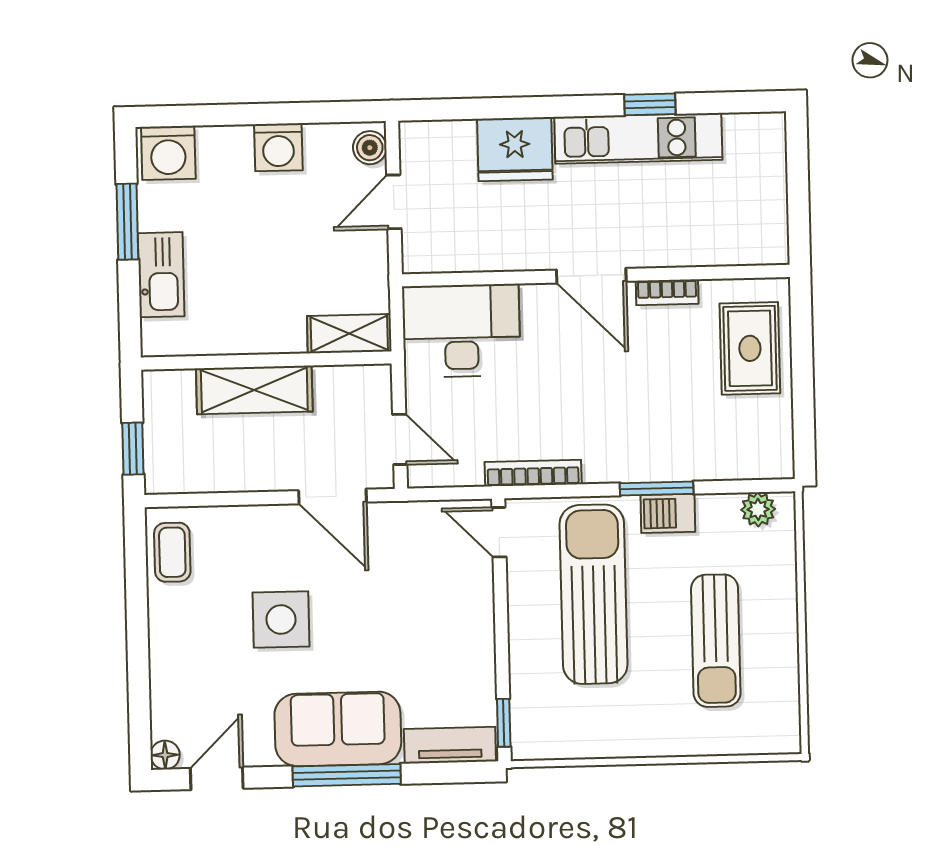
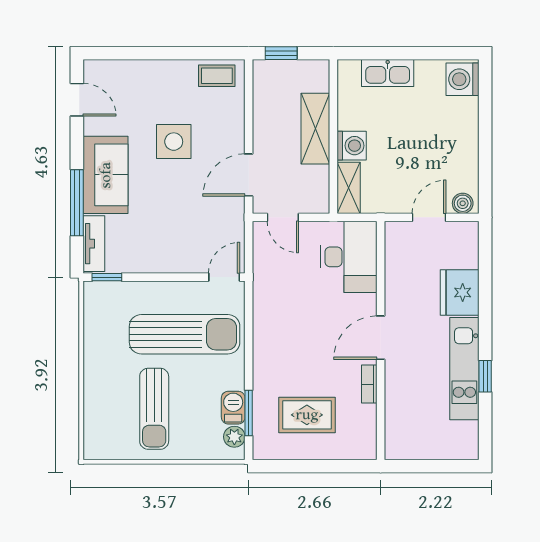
washing machine: (278, 147) -> (352, 146), moved, turned 180
door: (394, 202) -> (429, 217), hinge flipped
window: (127, 222) -> (421, 53), removed
rug: (750, 348) -> (307, 415), moved
door: (400, 439) -> (283, 217), hinge flipped
bookcase: (533, 473) -> (260, 299), removed
window: (657, 489) -> (249, 413), moved
barbecue: (668, 513) -> (233, 408), moved
sun lounger: (716, 641) -> (154, 409), turned -90
floor lamp: (165, 755) -> (92, 68), removed
window: (347, 775) -> (77, 203), moved

